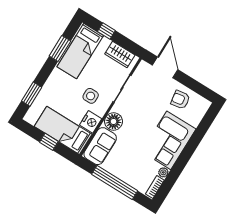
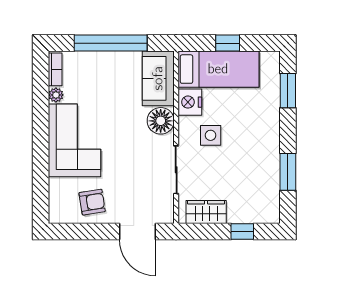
bed: (80, 51) -> (260, 185), removed

